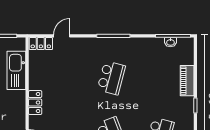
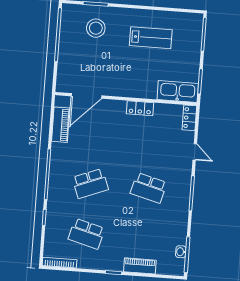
door: (62, 36) -> (195, 152), moved
kitchen sink: (16, 70) -> (178, 92), moved
locker: (35, 103) -> (140, 108), moved

